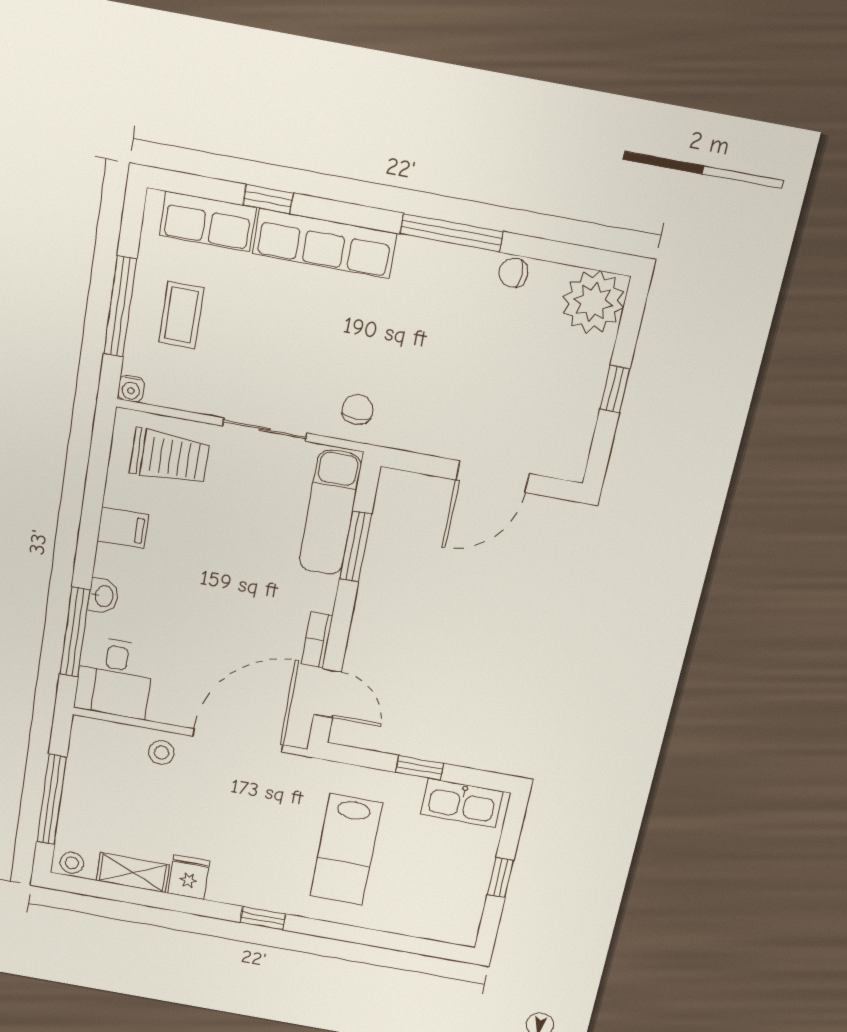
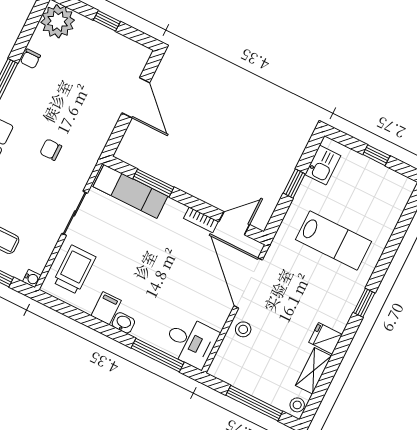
chair: (357, 410) -> (51, 150), moved
washbasin: (103, 596) -> (123, 323), moved
kitchen sink: (462, 803) -> (323, 165), width x0.73

